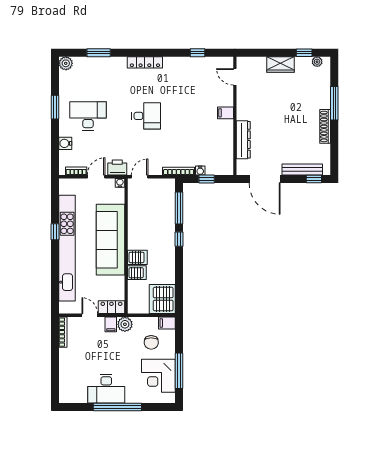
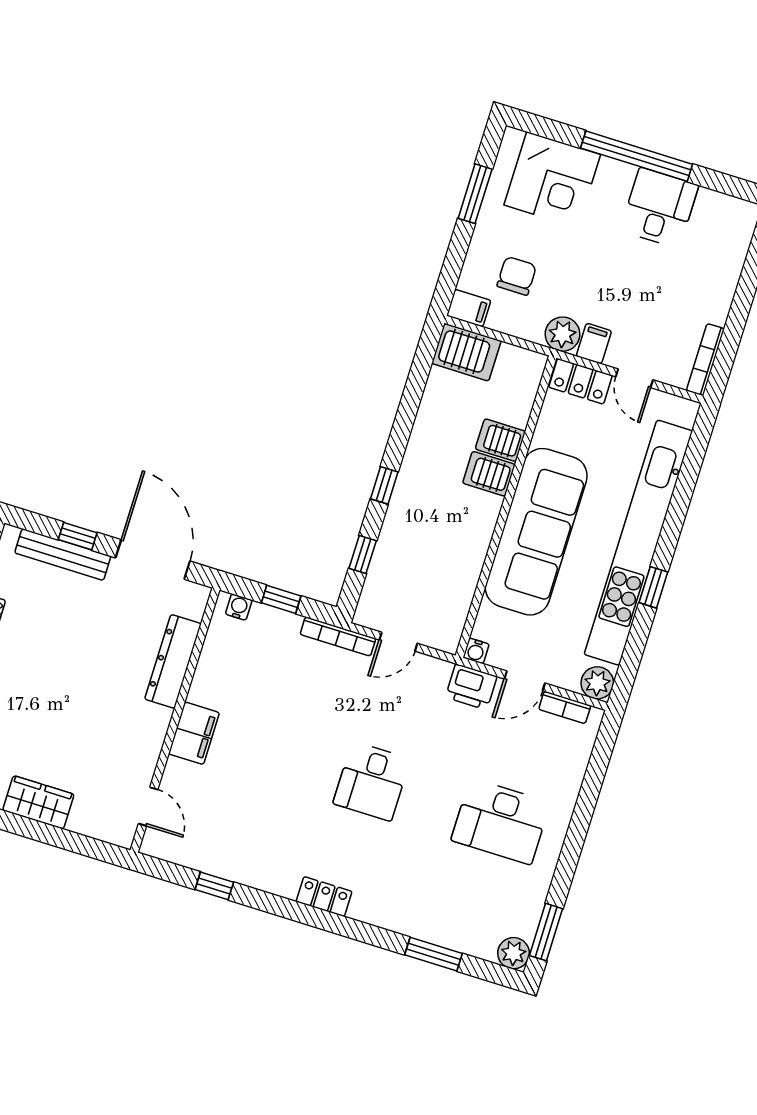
locker: (145, 62) -> (324, 897), width x0.66
window: (55, 107) -> (546, 932), moved
filing cabinet: (225, 113) -> (194, 733), width x2.00
desk: (146, 116) -> (372, 781), turned -90
water cooler: (65, 143) -> (570, 776), removed
water cooler: (200, 171) -> (239, 607), moved
door: (140, 177) -> (398, 642), moved
window: (314, 179) -> (78, 536), moved
plant: (66, 185) -> (597, 683), added
window: (179, 208) -> (363, 554), width x0.46
server rack: (162, 299) -> (466, 352), width x0.62
window: (179, 371) -> (475, 194), width x0.69
corner desk: (158, 376) -> (552, 180), moved, turned 90
desk: (106, 389) -> (659, 208), width x0.73

